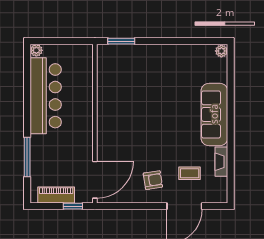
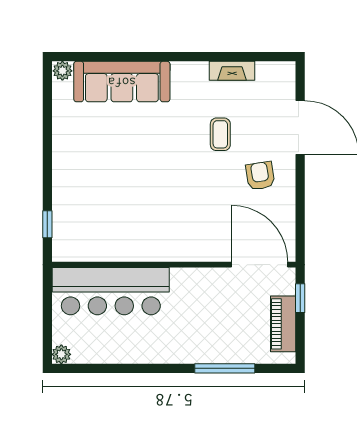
window: (121, 41) -> (47, 224), width x0.67
bar counter: (46, 96) -> (111, 291), moved, turned 180
sofa: (214, 114) -> (122, 82), moved
coffee table: (190, 173) -> (220, 134), moved

